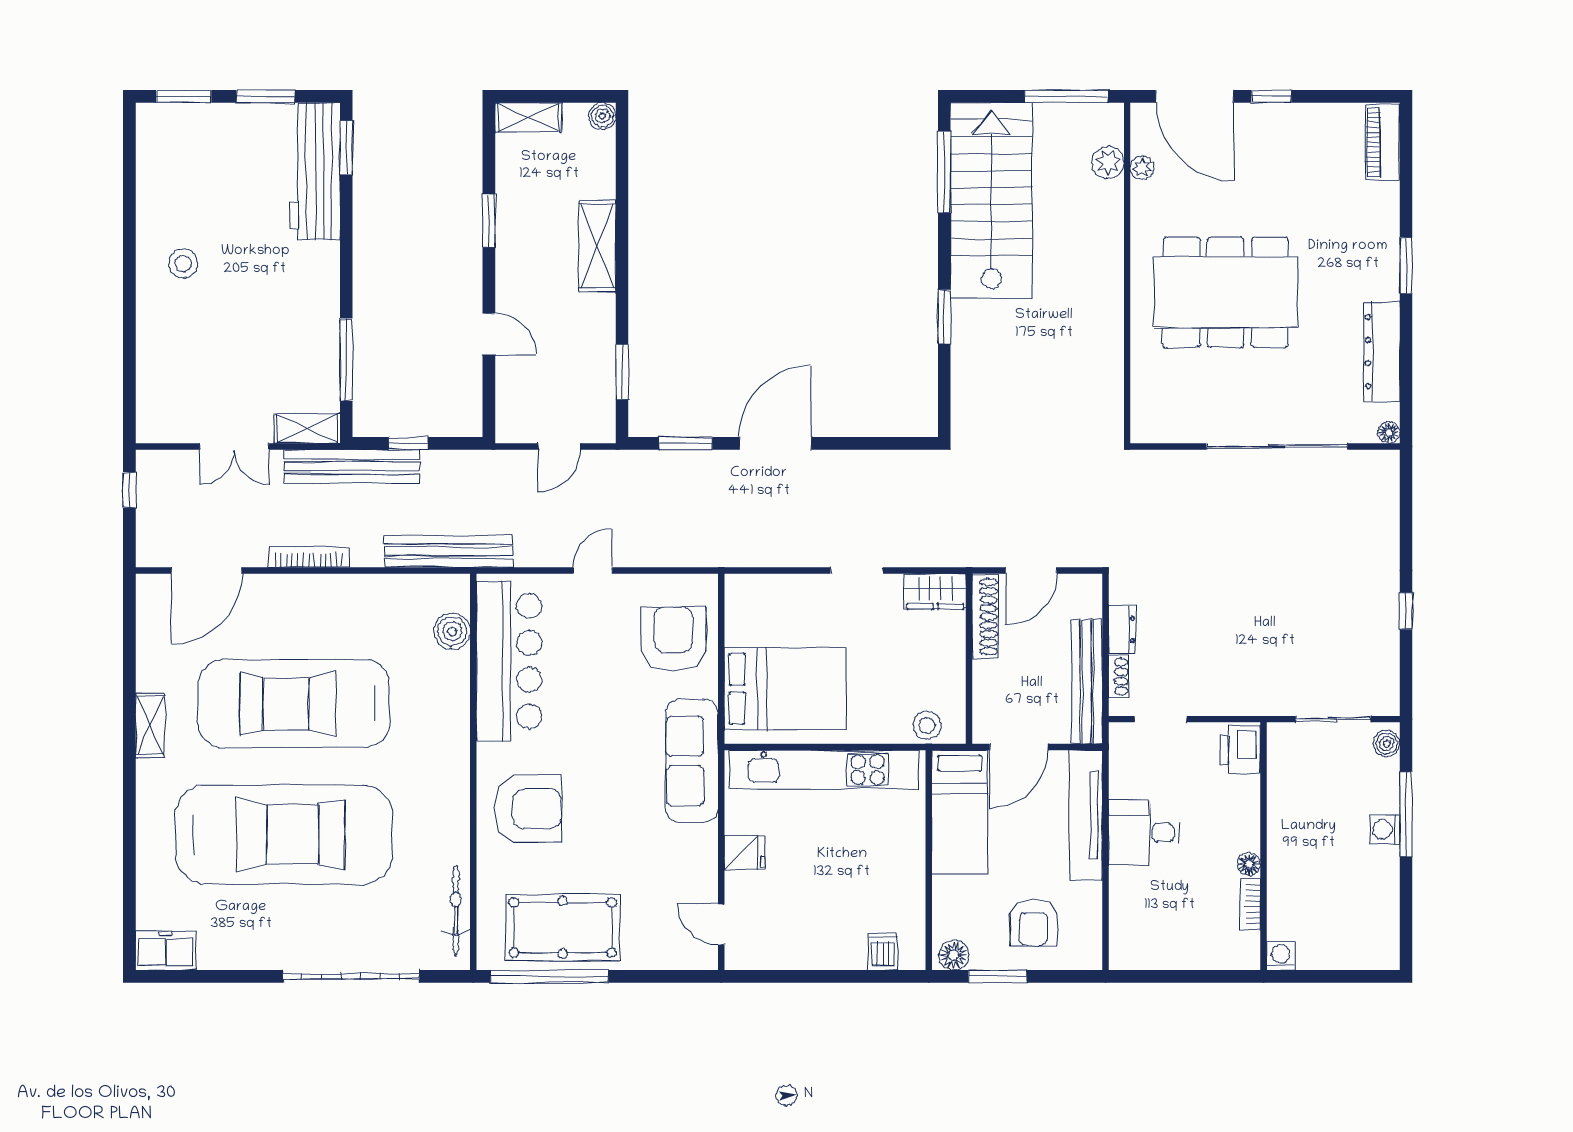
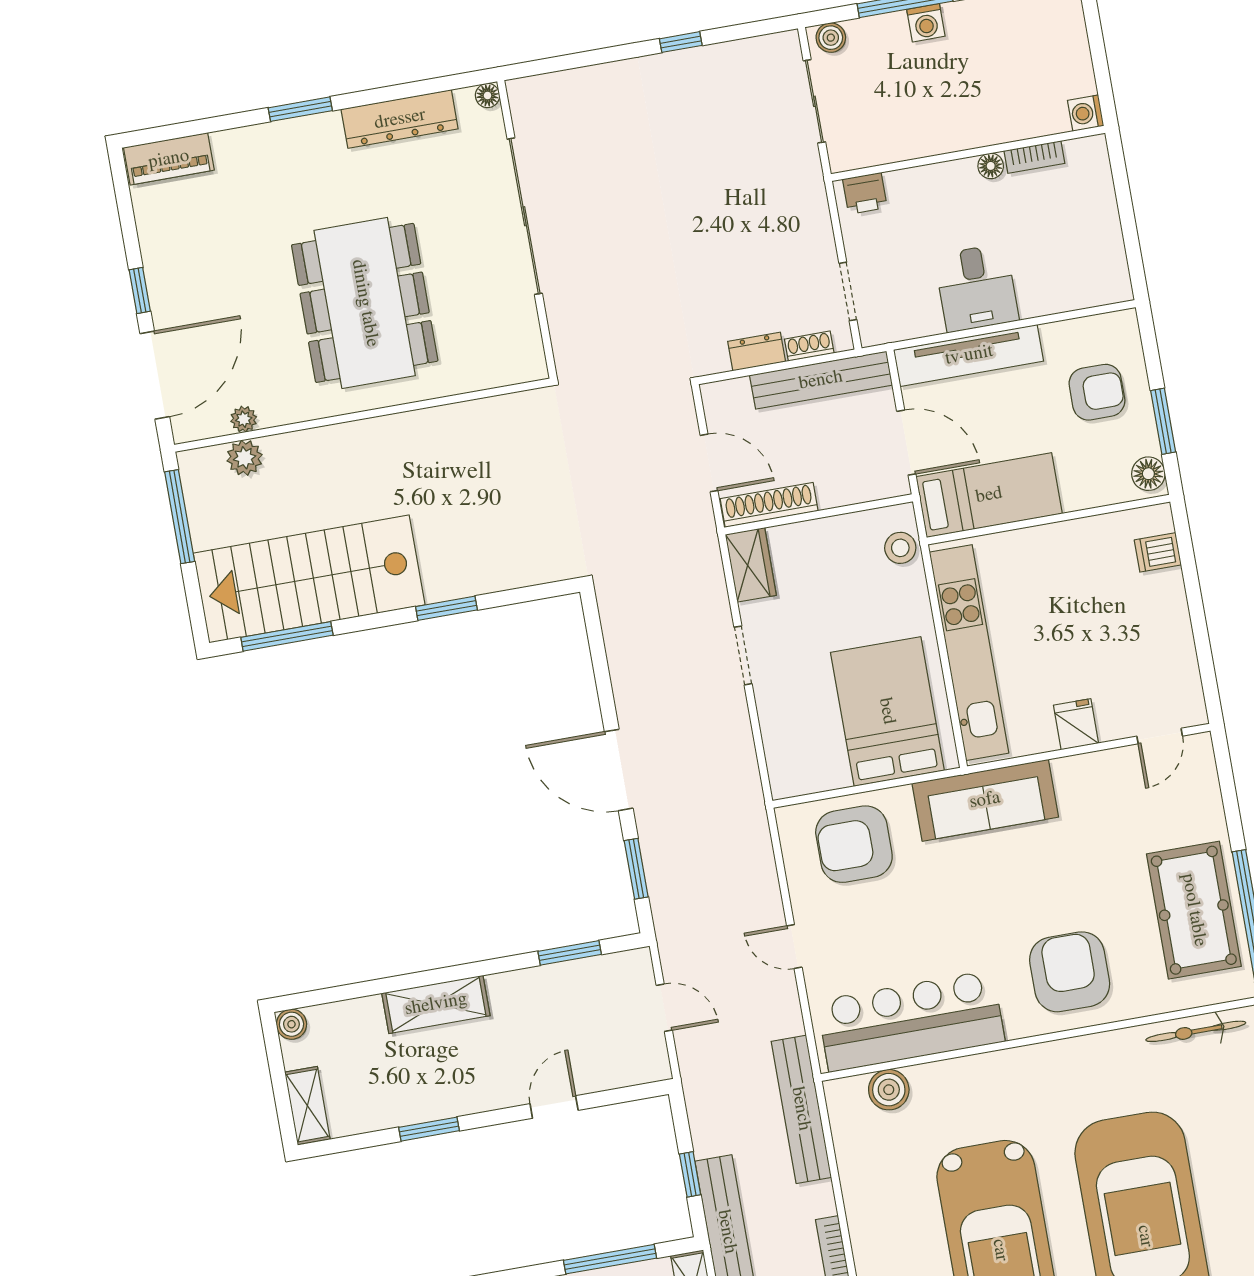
printer: (1240, 749) -> (865, 193), width x0.73, depth x0.81

